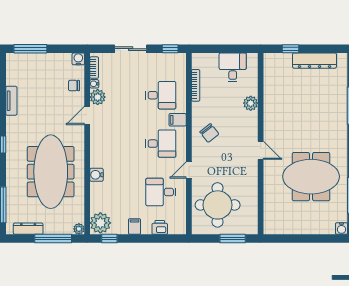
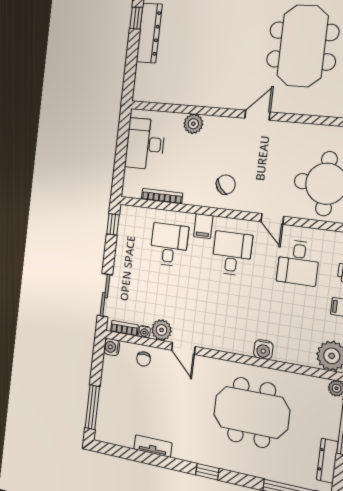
sliding door: (131, 49) -> (105, 295), moved
window: (290, 49) -> (136, 18), moved
desk: (233, 67) -> (145, 144), width x1.37
meeting table: (51, 172) -> (251, 412), width x0.73

